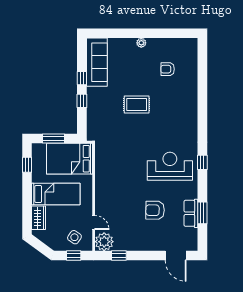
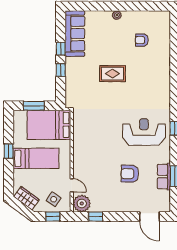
window: (27, 165) -> (9, 151), moved
wardrobe: (39, 218) -> (26, 198), moved, turned -54

